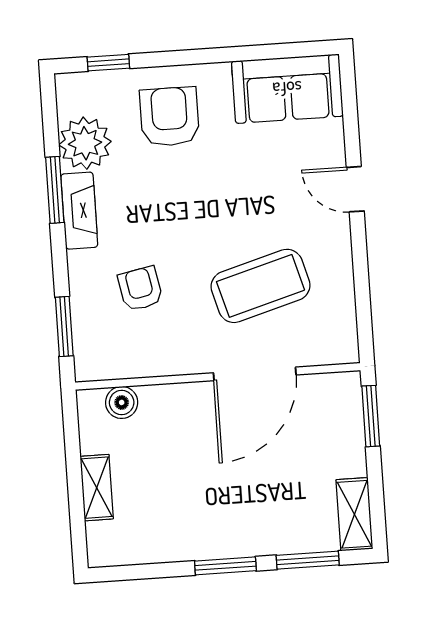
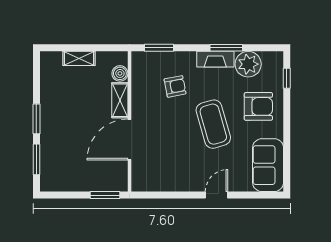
coffee table: (261, 286) -> (213, 124), moved
door: (255, 374) -> (129, 140), hinge flipped
shelving: (354, 514) -> (120, 100), moved, turned 90

